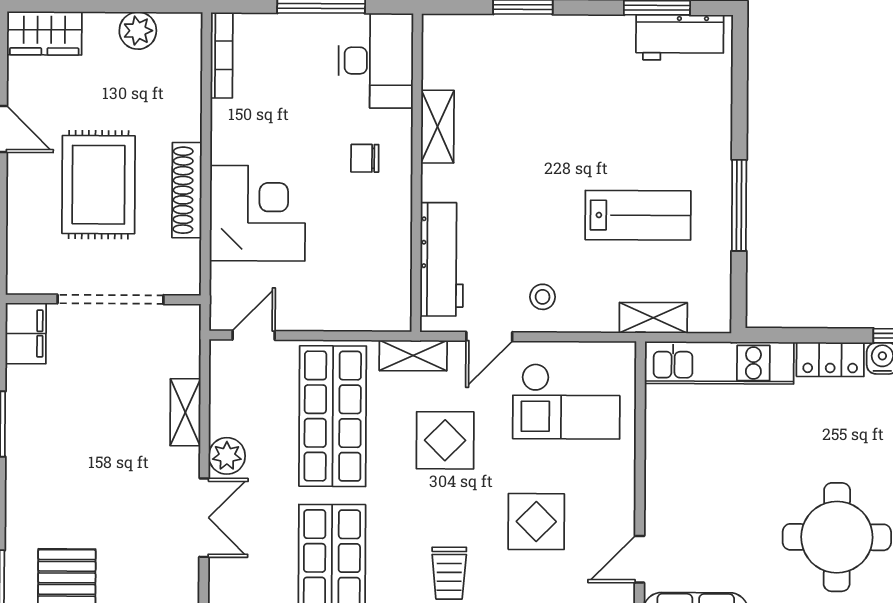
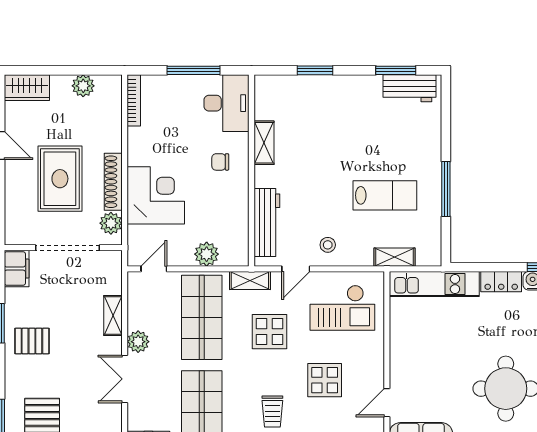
plant: (183, 259) -> (111, 223), added
plant: (341, 311) -> (207, 254), added
pallet: (51, 454) -> (32, 341), added
double door: (204, 518) -> (125, 379), swing flipped

